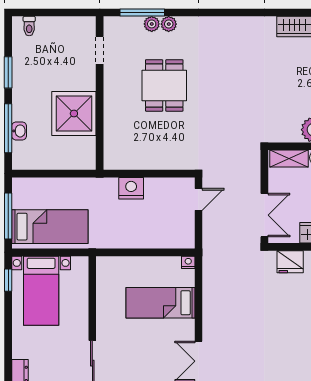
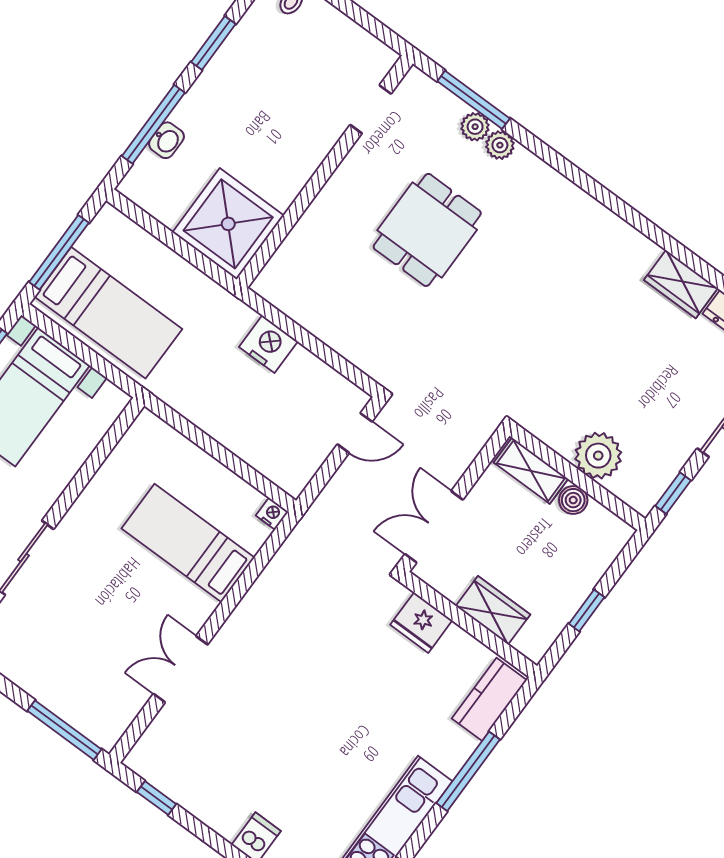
shower: (74, 114) -> (228, 224), moved
double door: (264, 215) -> (434, 527), swing flipped

